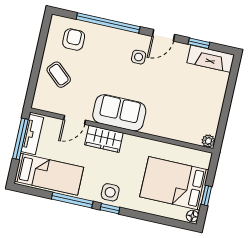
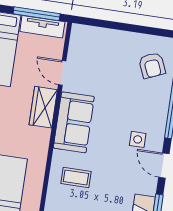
armchair: (74, 40) -> (152, 65), turned 67
coffee table: (59, 75) -> (76, 177), moved, turned 48

